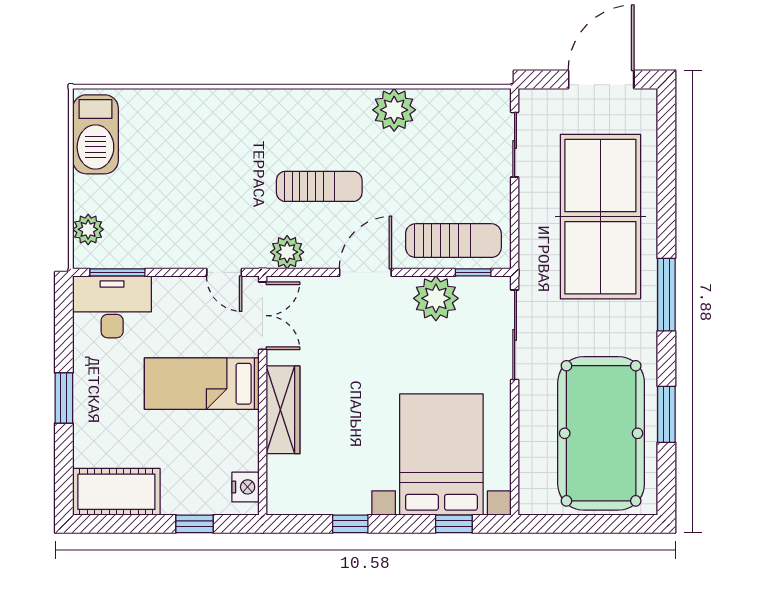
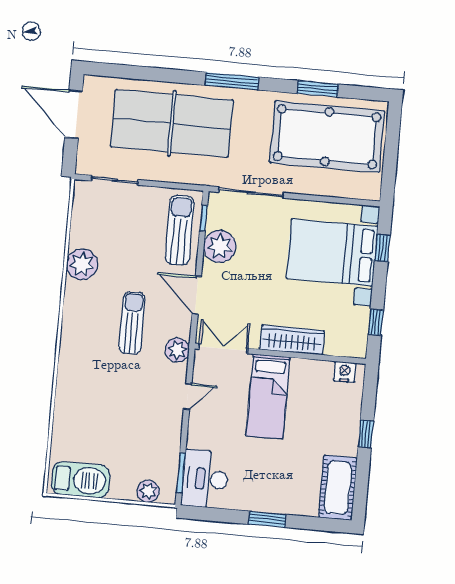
double door: (263, 316) -> (223, 349), moved
bed: (202, 384) -> (268, 397), moved
wall: (263, 395) -> (280, 354), moved
wardrobe: (283, 410) -> (292, 340), moved
nightstand: (245, 487) -> (345, 372), moved

